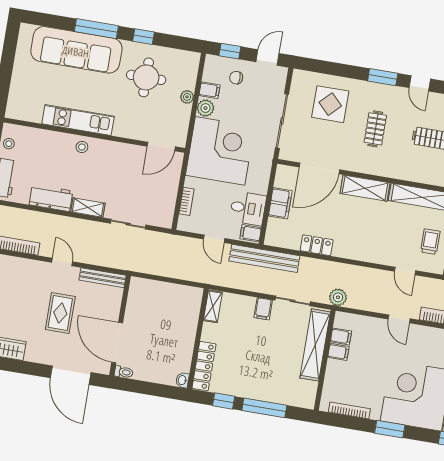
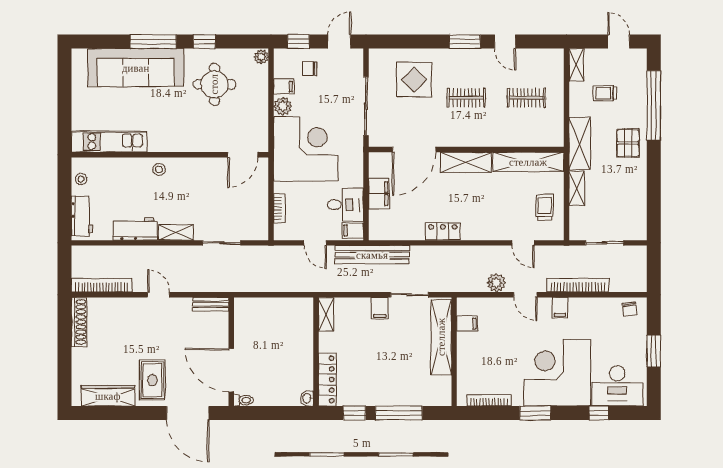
plant: (187, 97) -> (261, 57), moved
kitchen unit: (78, 120) -> (109, 142), moved
clothes rail: (375, 129) -> (466, 98), turned 90
locker: (317, 245) -> (443, 231), moved
bench: (103, 278) -> (211, 304), width x0.73
plant: (338, 297) -> (496, 283), moved
rug: (60, 313) -> (152, 380), moved
filing cabinet: (338, 352) -> (560, 308), moved, turned 90

